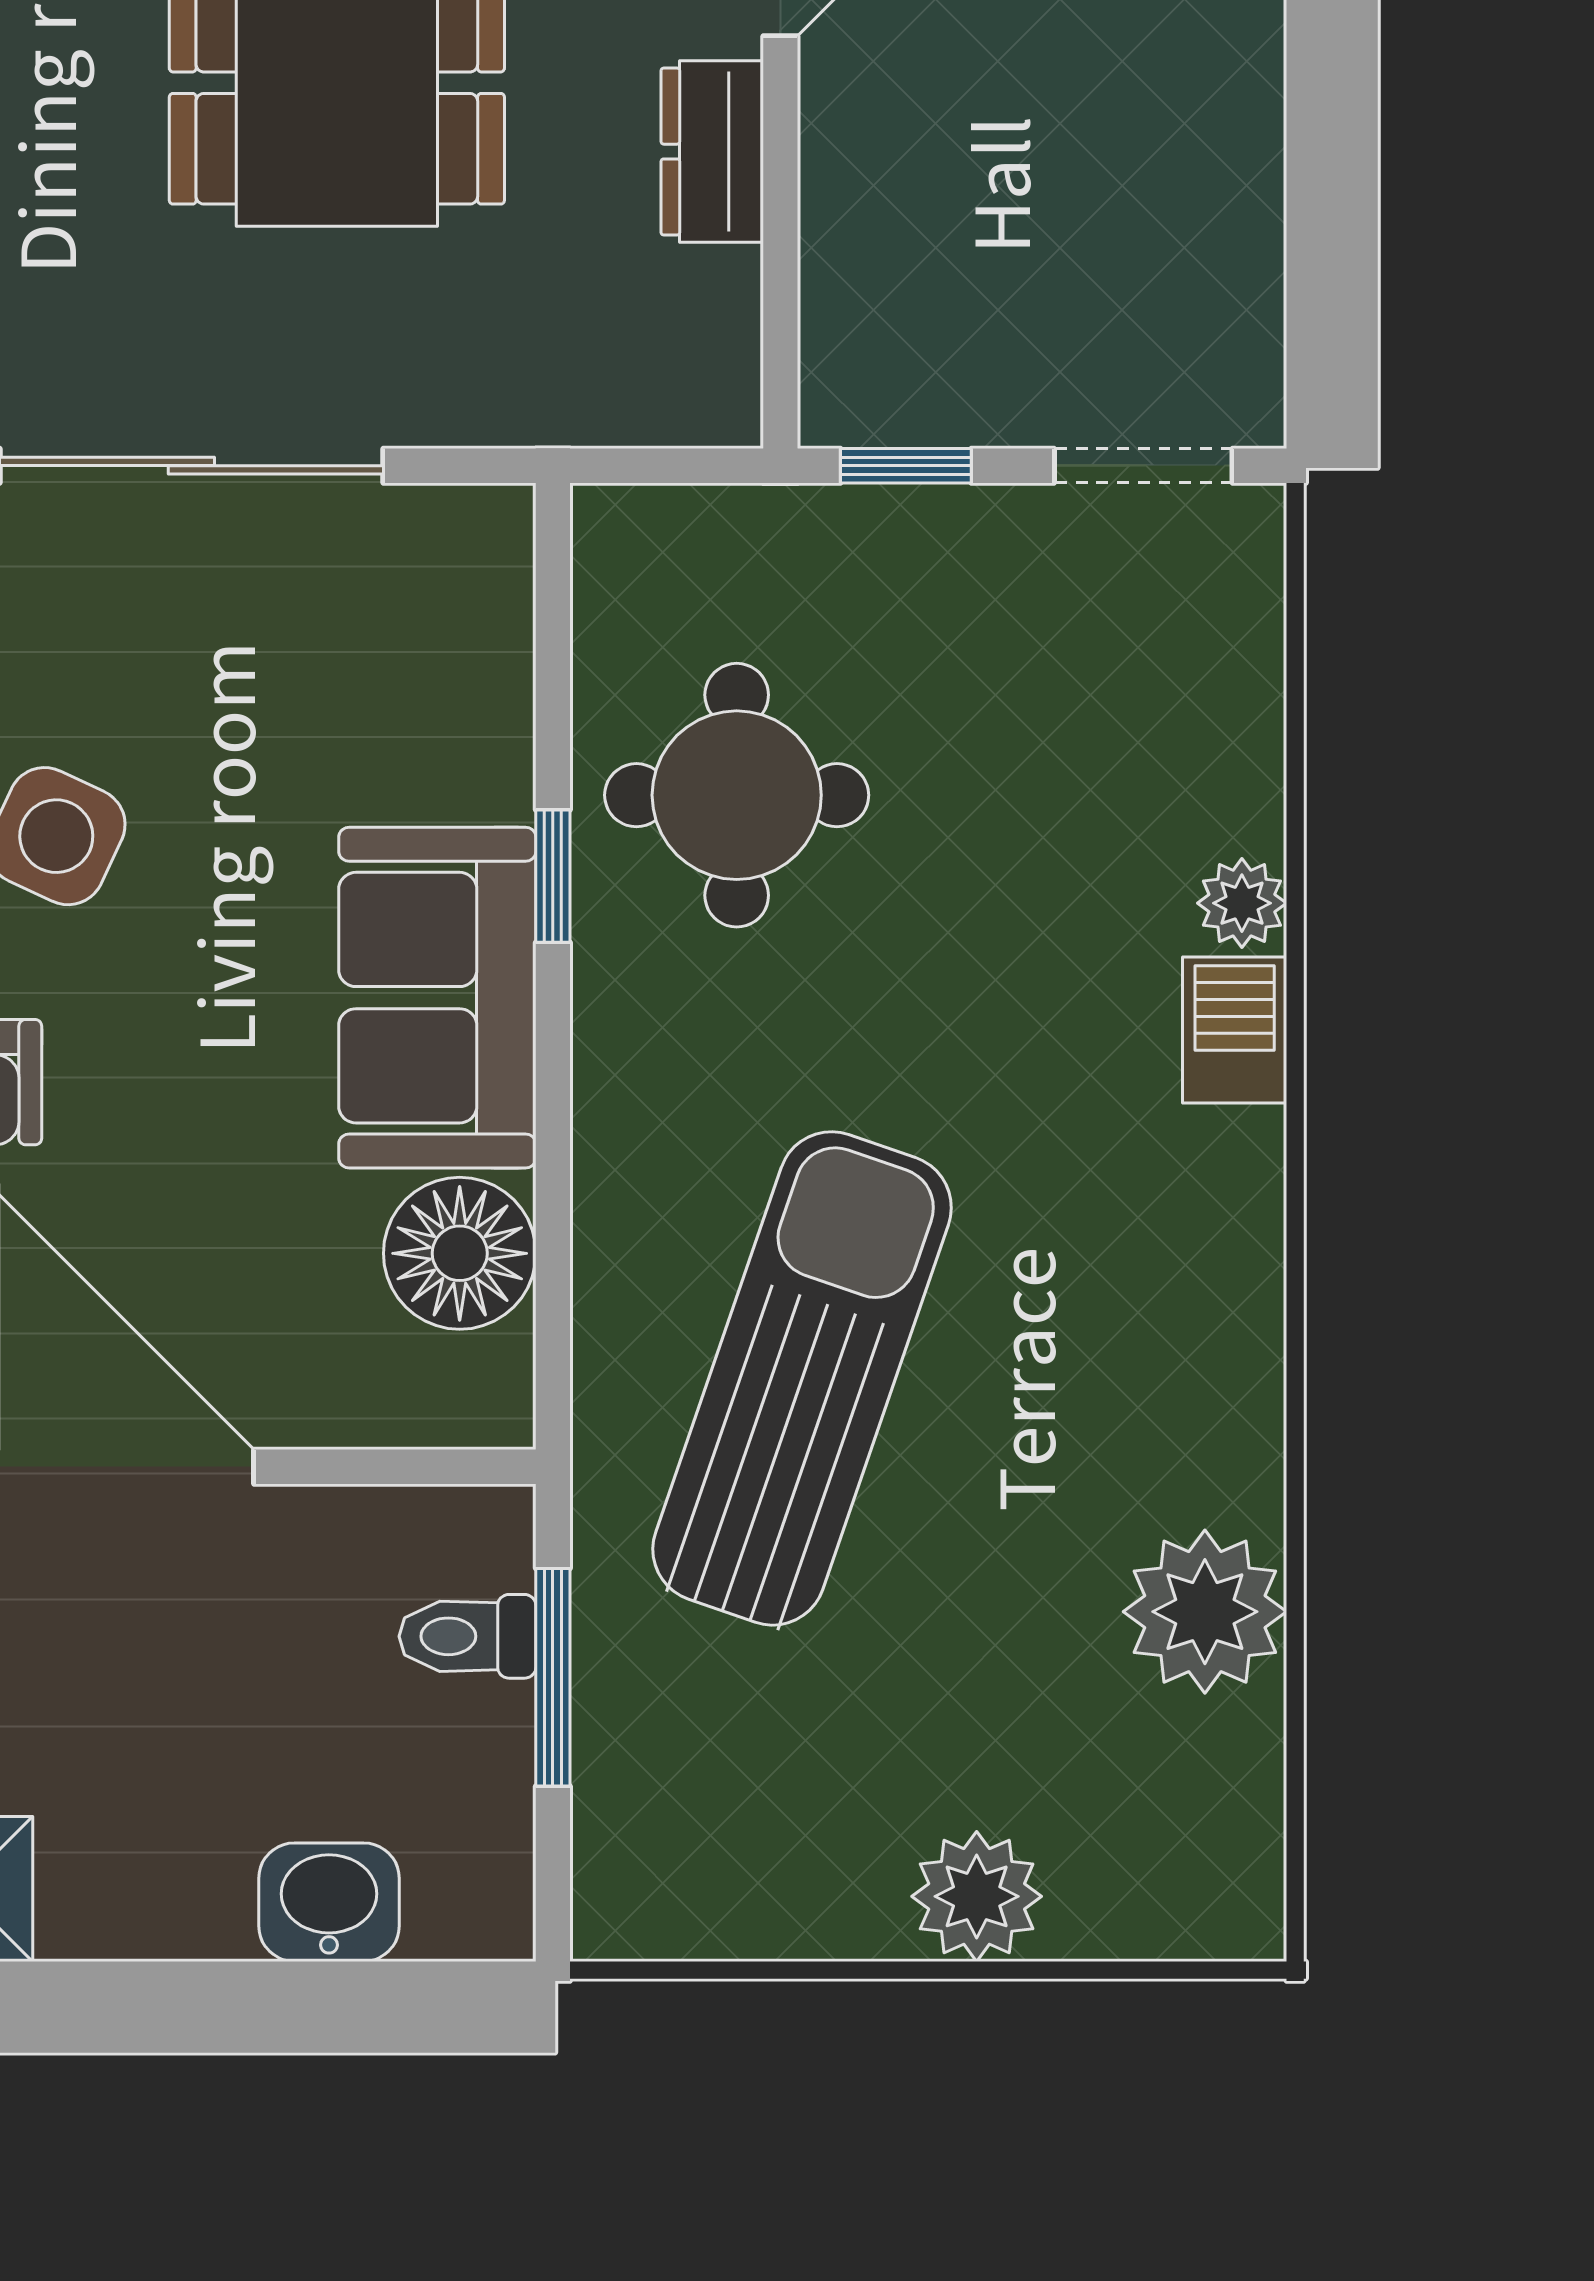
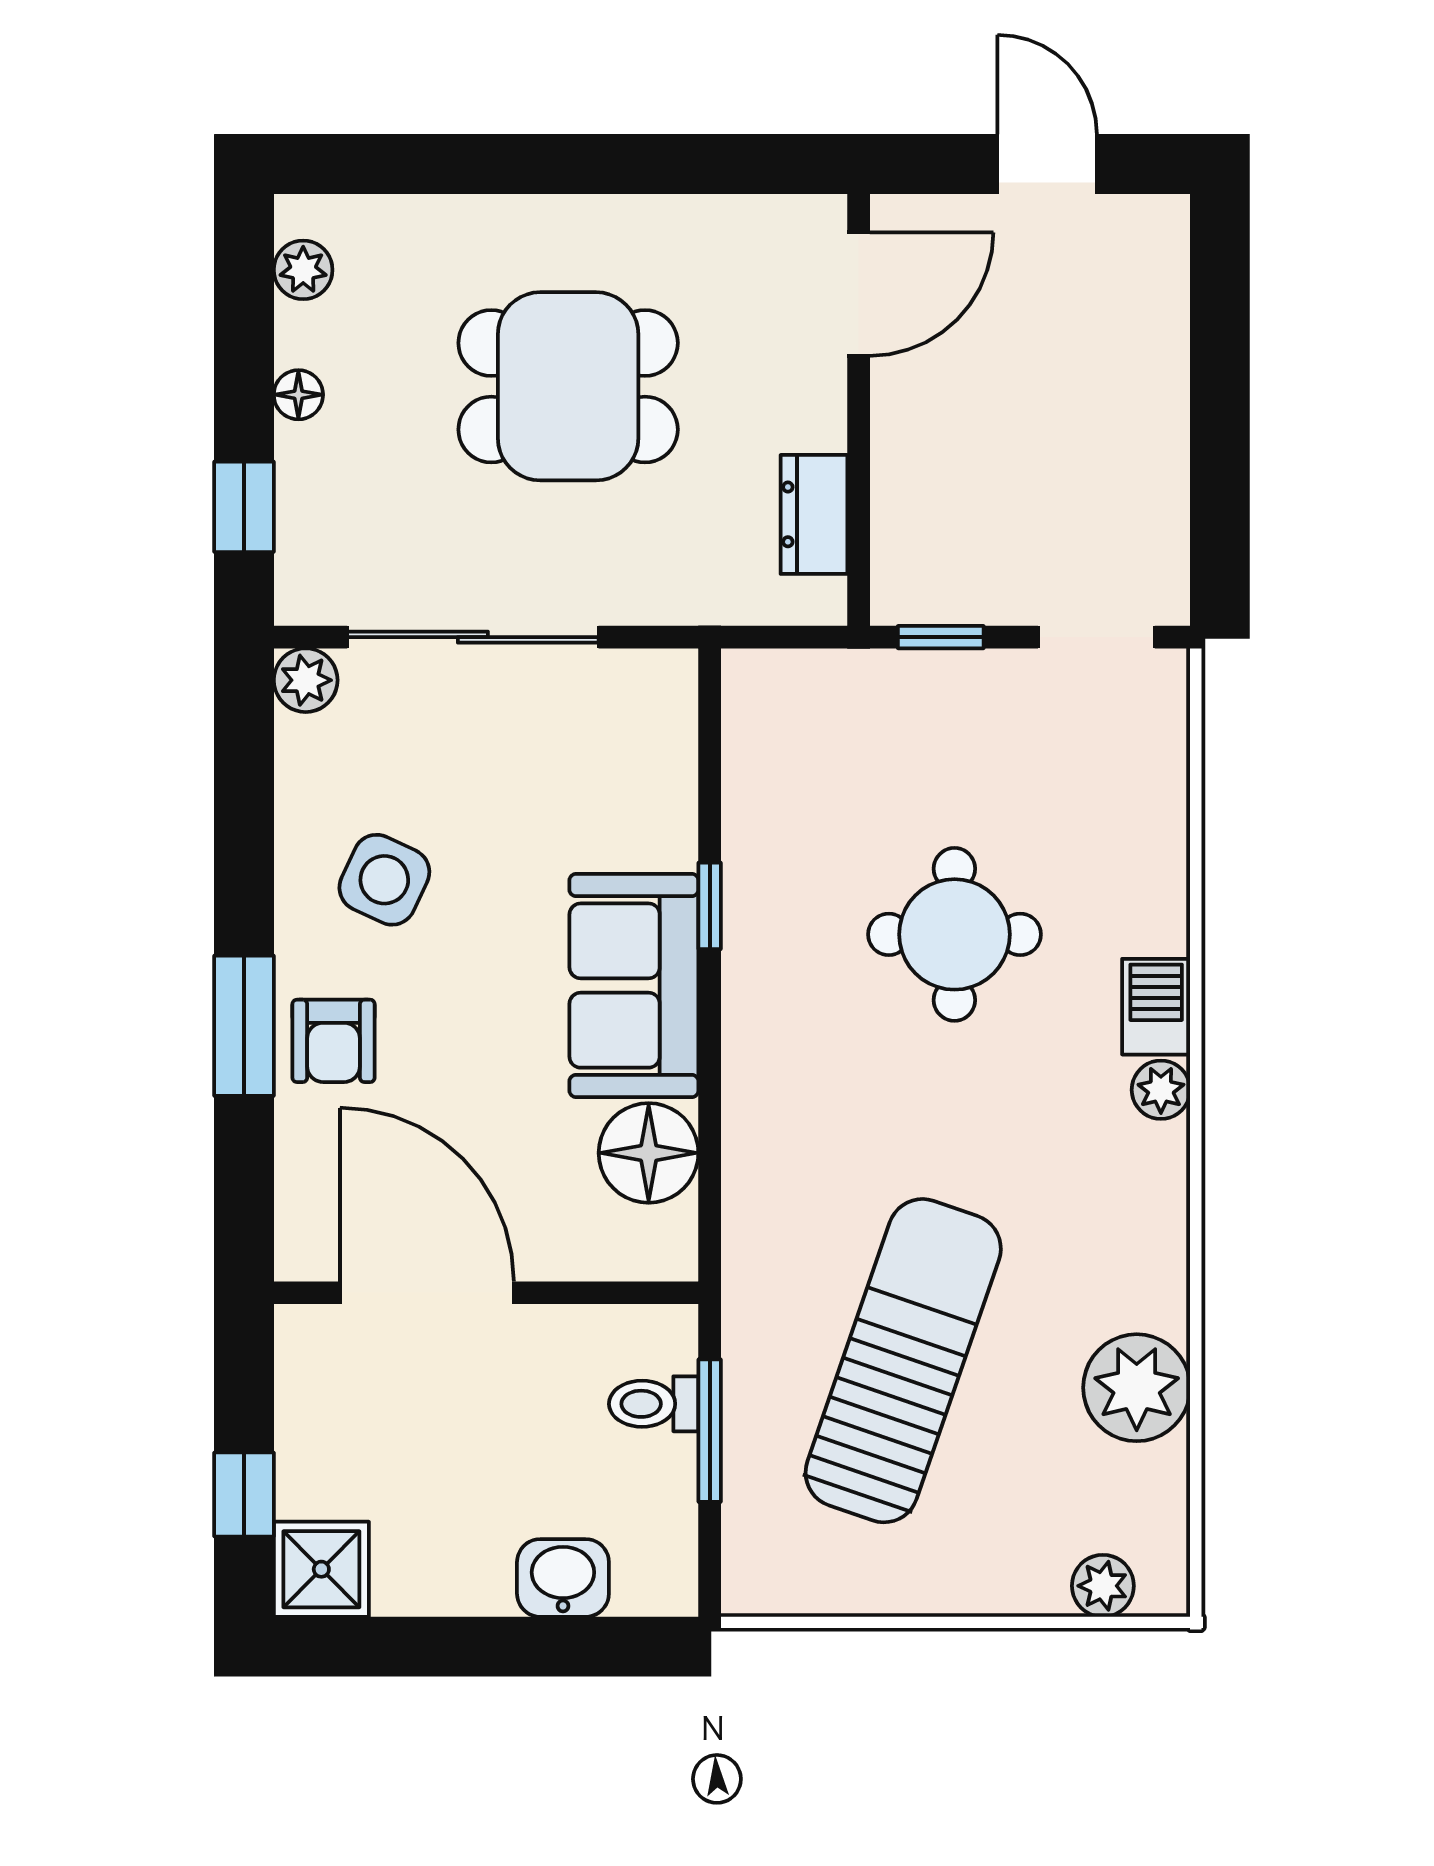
dresser: (712, 152) -> (814, 514), moved
round table: (737, 795) -> (954, 934), moved
plant: (1242, 903) -> (1161, 1090), moved
sun lounger: (802, 1378) -> (903, 1361), moved
plant: (977, 1896) -> (1103, 1586), moved, width x0.73, depth x0.73

